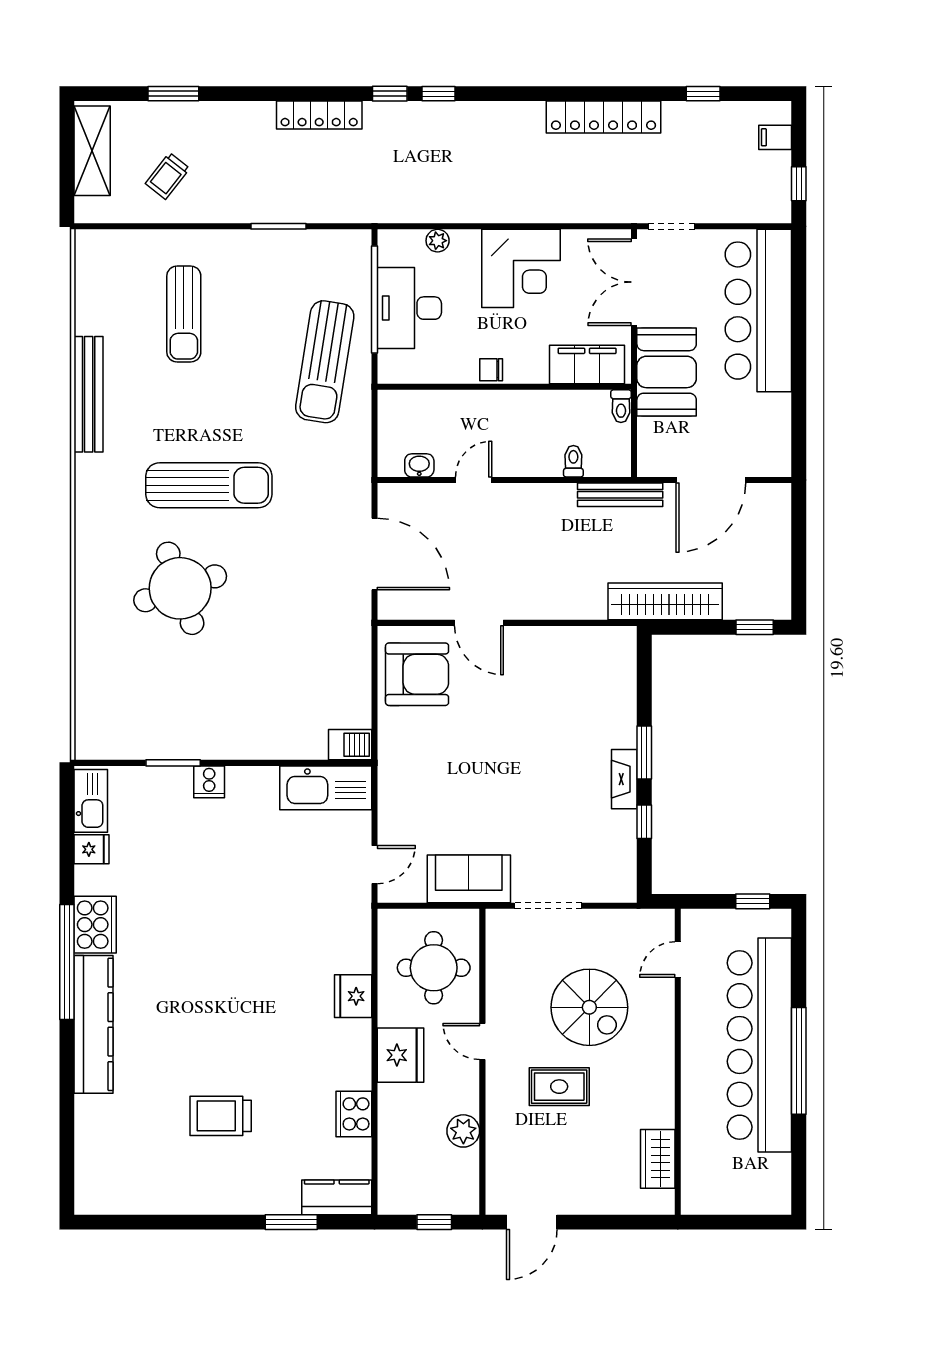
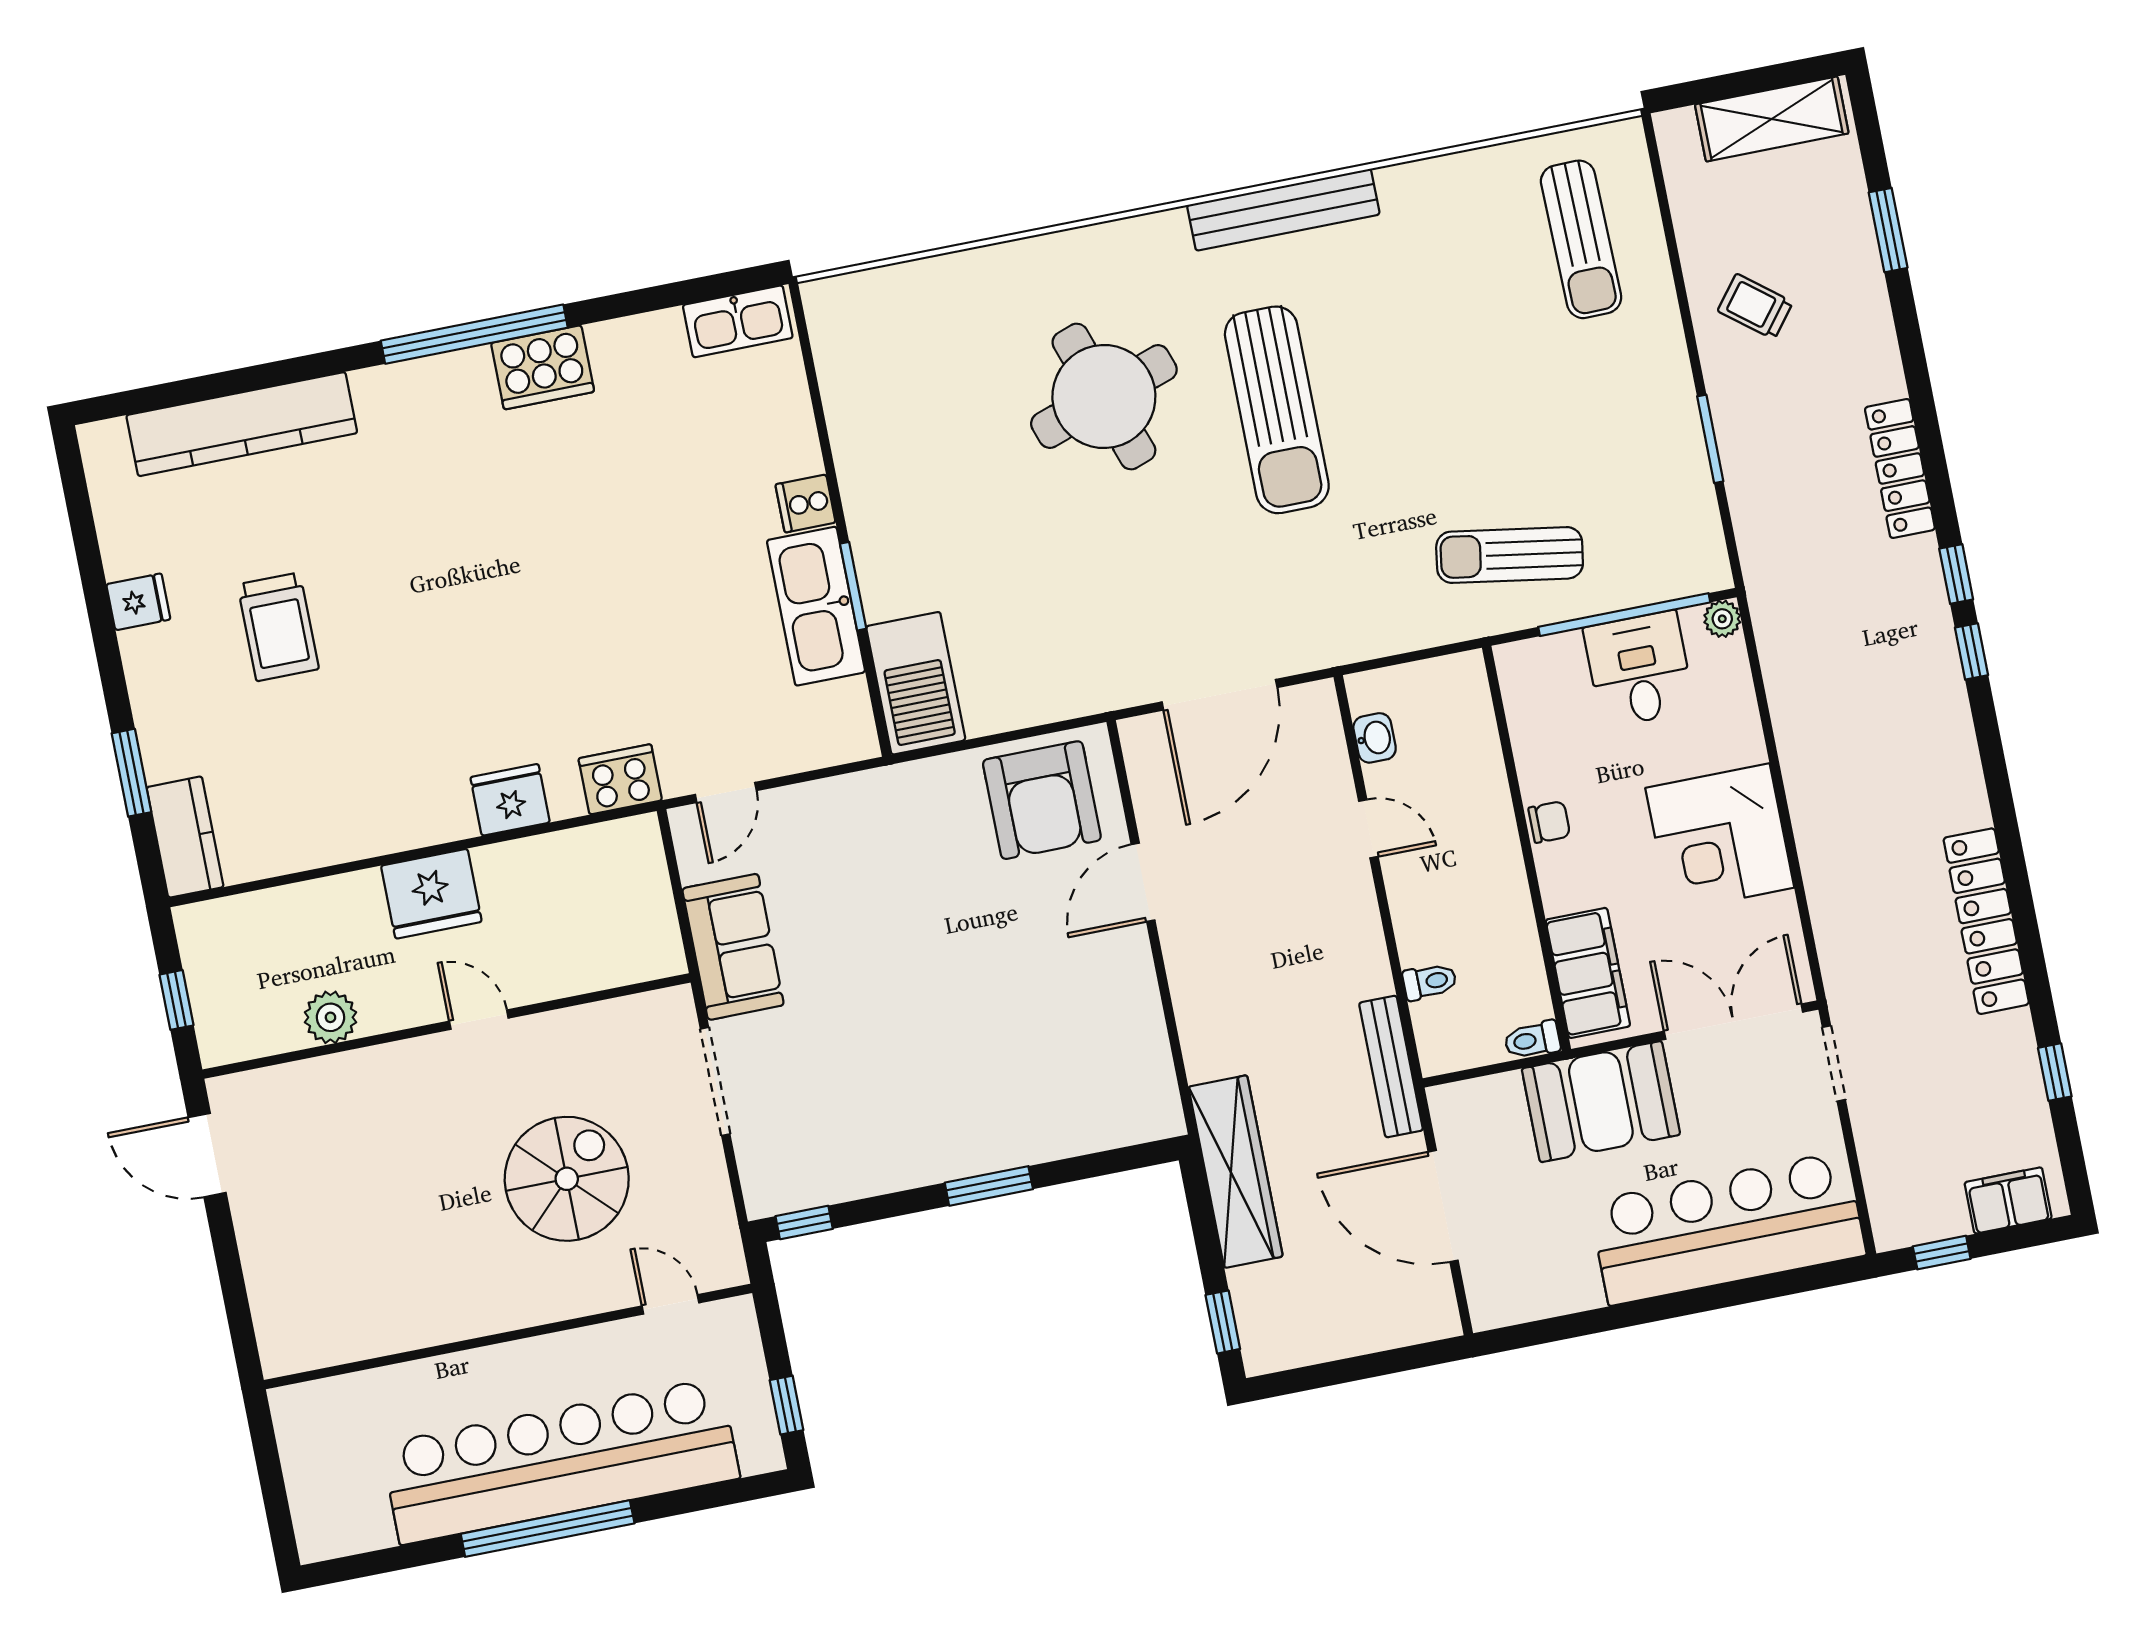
filing cabinet: (775, 137) -> (2008, 1200), width x2.00
trolley: (168, 176) -> (1755, 306), moved
plant: (438, 241) -> (1722, 619), moved
desk: (409, 308) -> (1639, 669), width x0.73
sun lounger: (184, 314) -> (1581, 239), moved, turned -91
sun lounger: (325, 362) -> (1510, 555), width x0.73, depth x0.75
chair: (491, 370) -> (1549, 822), turned 90
bench: (89, 394) -> (1283, 210), moved
barbecue: (350, 745) -> (916, 683), width x1.88, depth x1.53
window: (173, 763) -> (853, 586), moved
fireplace: (624, 779) -> (940, 1163), removed
kitchen sink: (326, 788) -> (816, 606), moved
window: (644, 822) -> (804, 1223), moved
fridge: (92, 849) -> (138, 602), moved, turned -90
door: (375, 865) -> (726, 792), hinge flipped
round table: (434, 968) -> (581, 919), removed
spiral stairs: (589, 1007) -> (567, 1179), turned 180
kitchen counter: (94, 1024) -> (242, 424), moved
door: (482, 1041) -> (479, 1020), hinge flipped
rug: (559, 1087) -> (431, 1156), removed
cooker: (354, 1114) -> (620, 779), moved
trolley: (221, 1116) -> (278, 627), turned 180
wardrobe: (658, 1159) -> (347, 1335), removed

